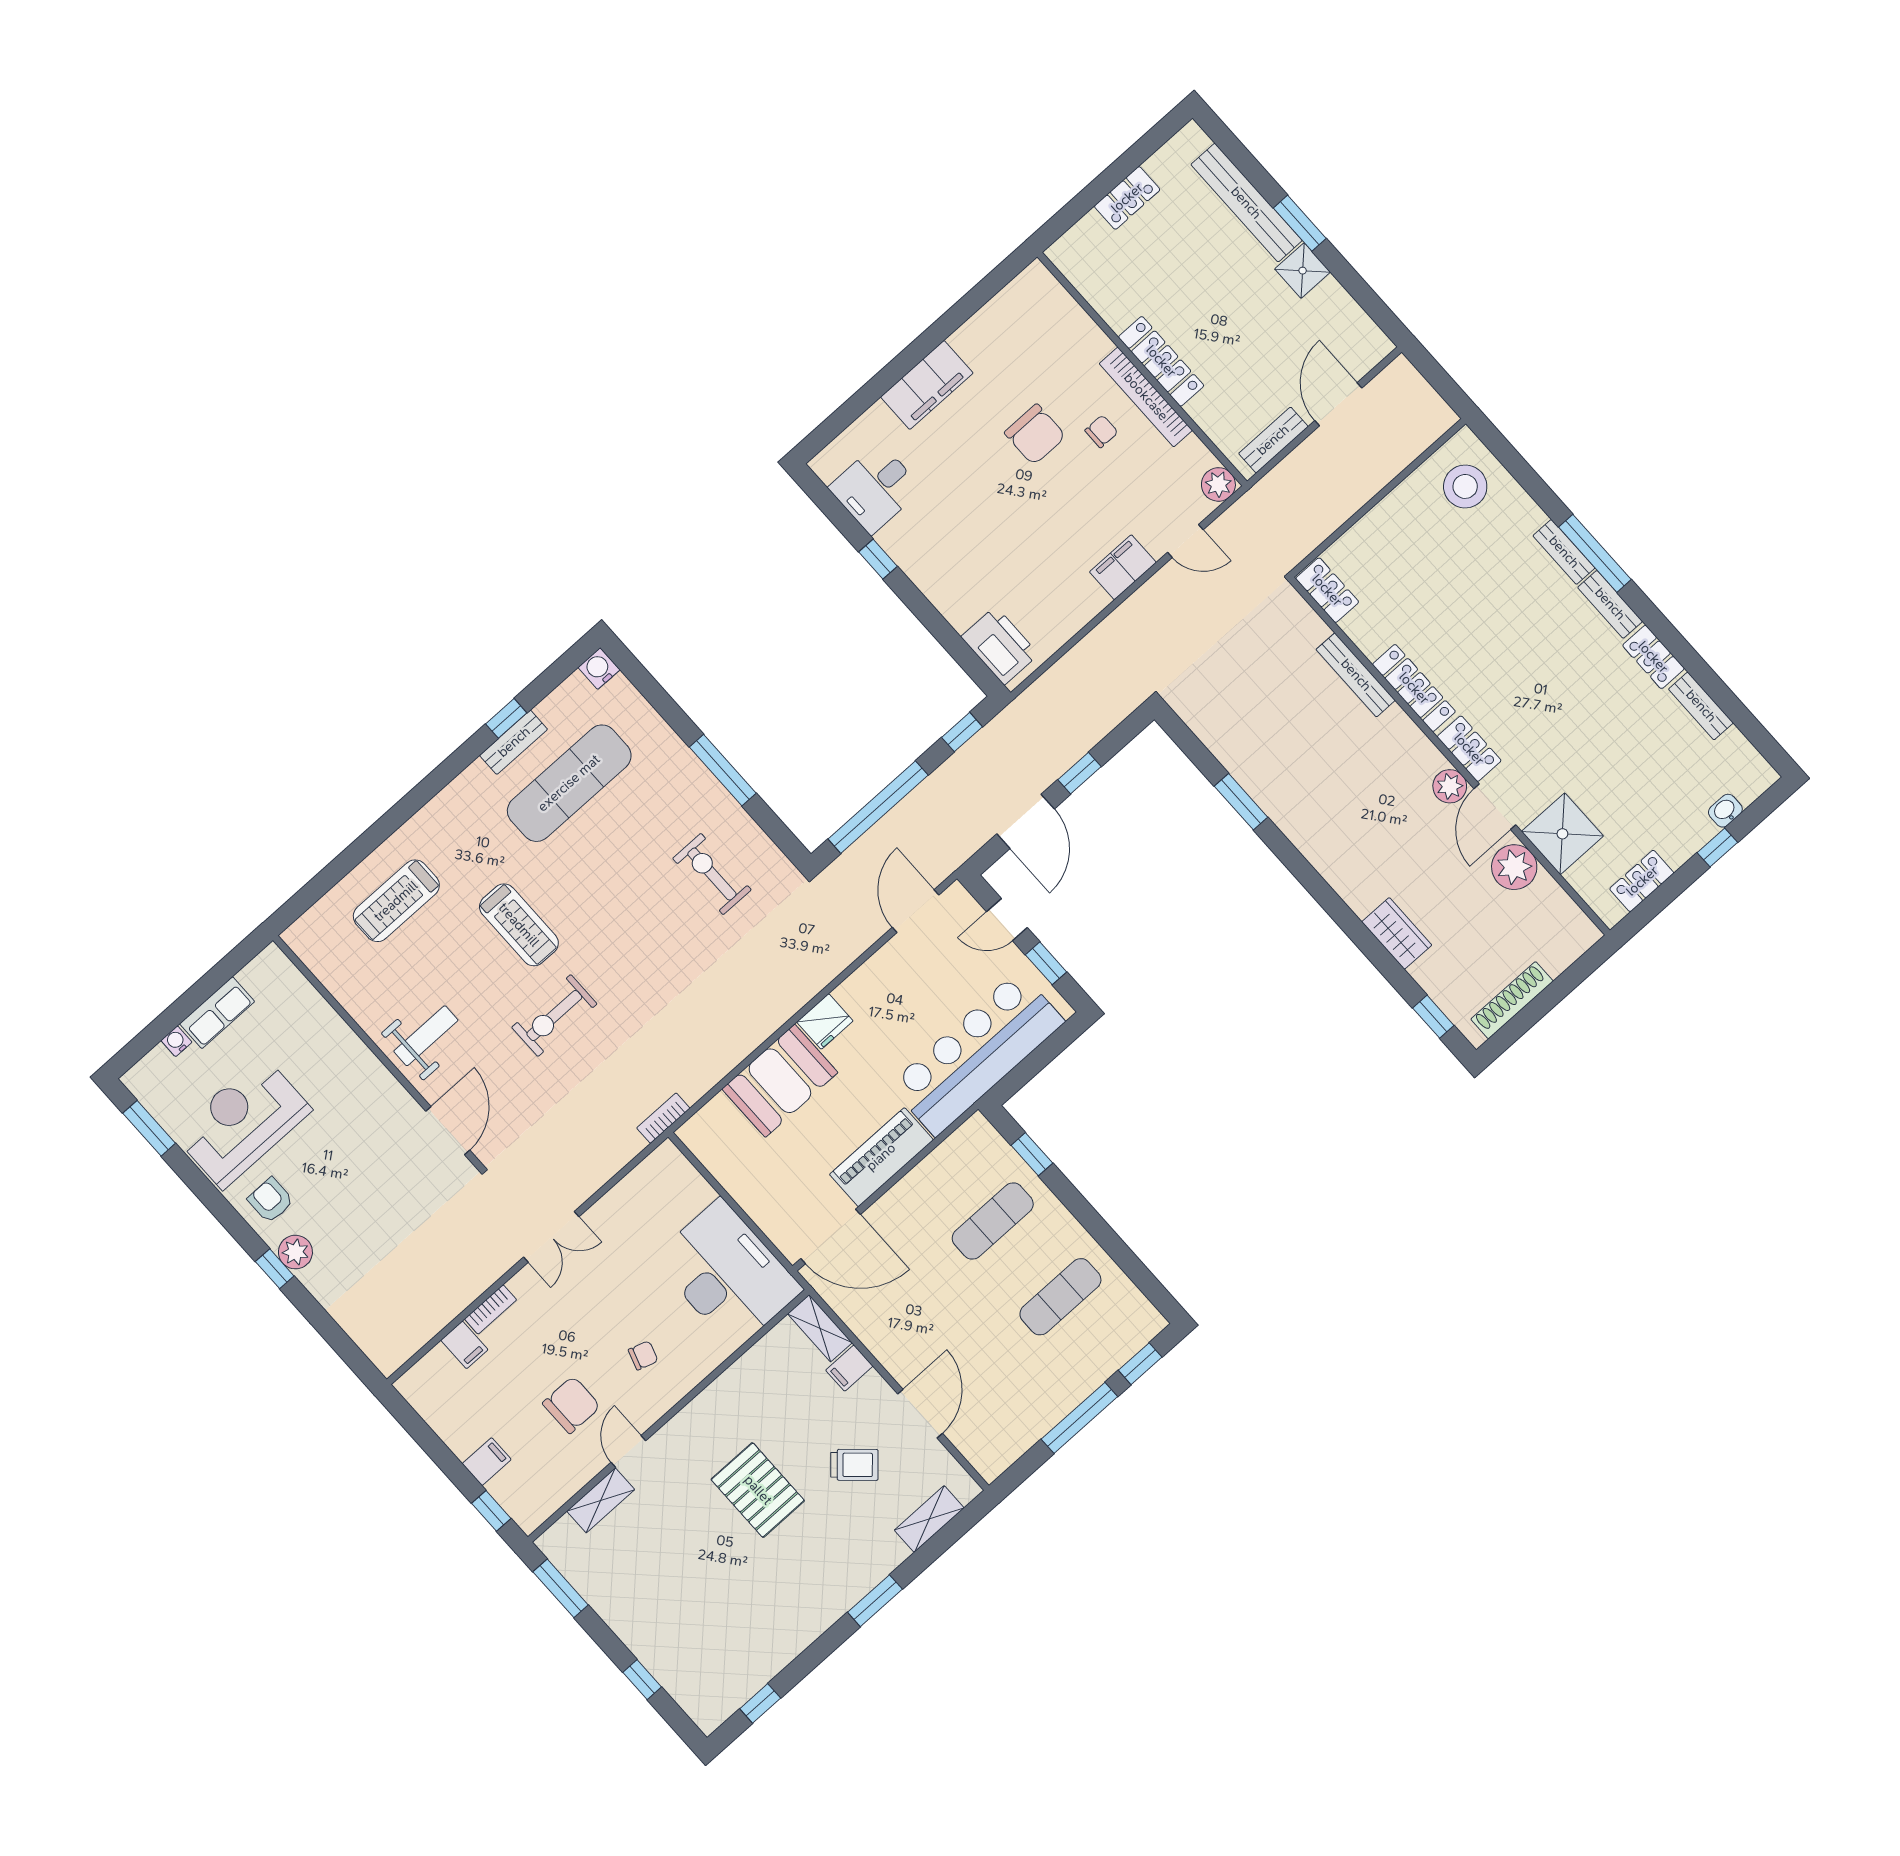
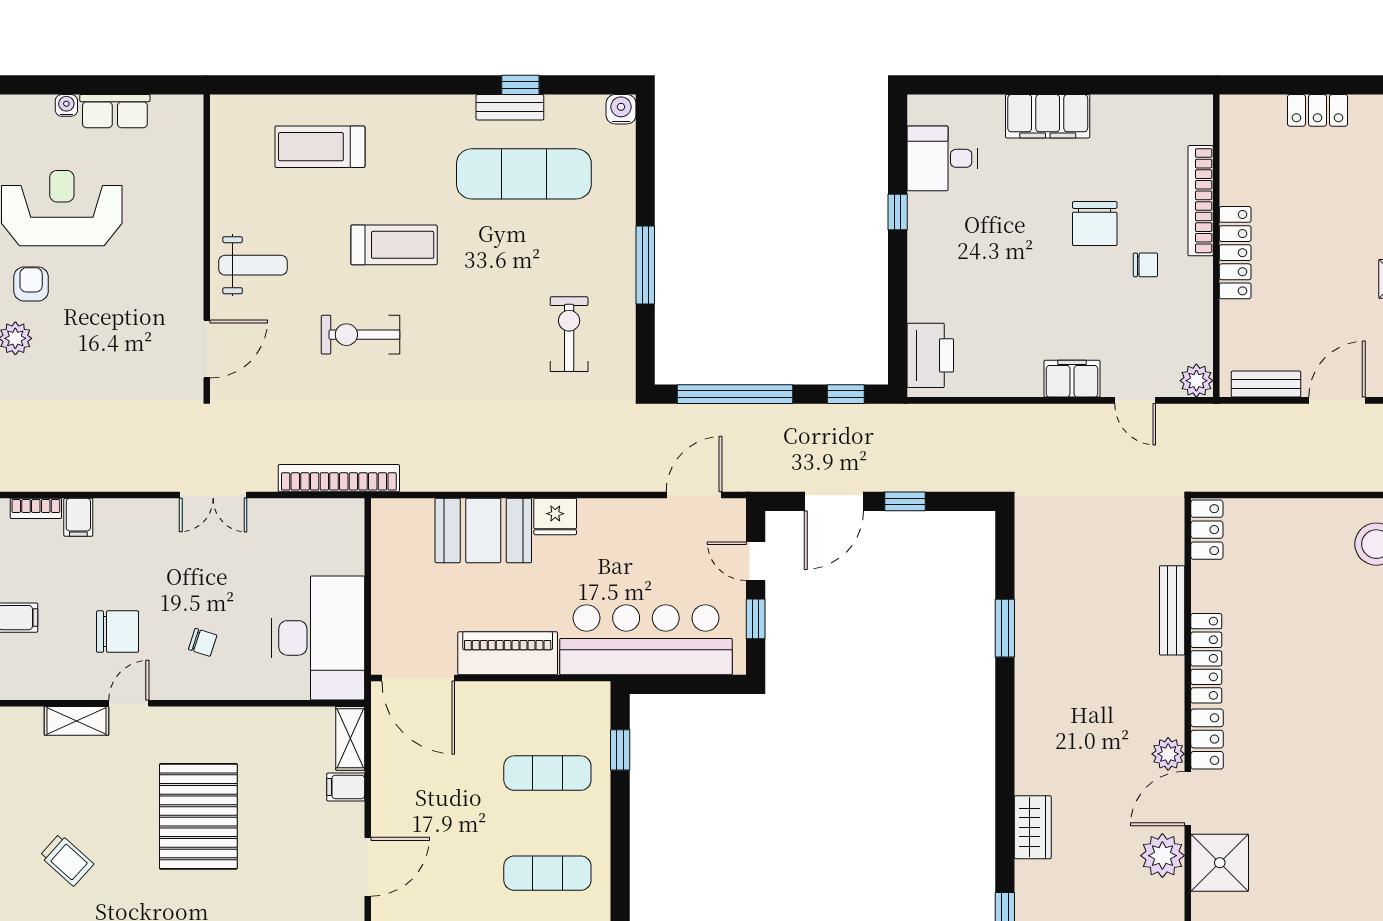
bookcase: (1146, 397) -> (1201, 201), moved
treadmill: (519, 925) -> (394, 245), turned -90
bookcase: (663, 1118) -> (339, 478), width x2.31, depth x1.31
bookcase: (491, 1309) -> (36, 508), moved
trolley: (854, 1465) -> (67, 860), moved
pallet: (758, 1490) -> (198, 816), width x1.37, depth x1.41

